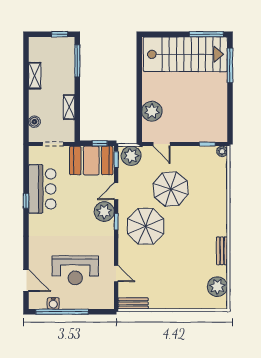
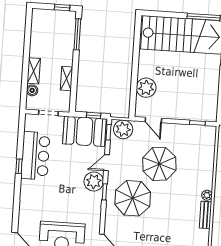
shelving: (35, 76) -> (34, 71), moved
plant: (222, 151) -> (207, 195), moved
bench: (222, 251) -> (206, 215), moved

